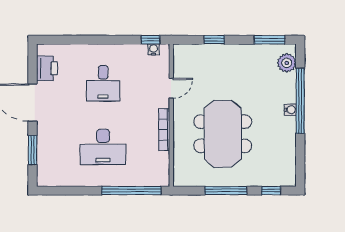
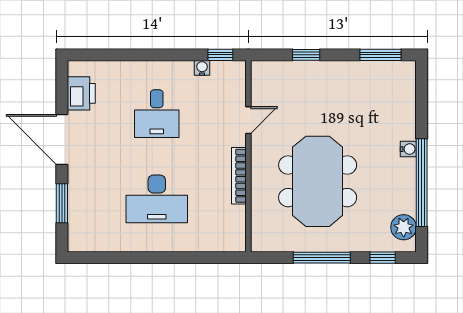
water cooler: (154, 49) -> (202, 68), moved
plant: (287, 63) -> (404, 227), moved
window: (300, 101) -> (422, 183), moved
window: (131, 191) -> (195, 258), removed

